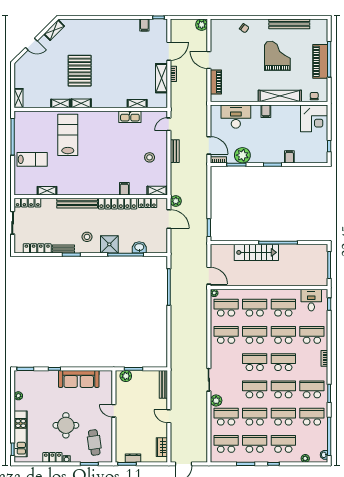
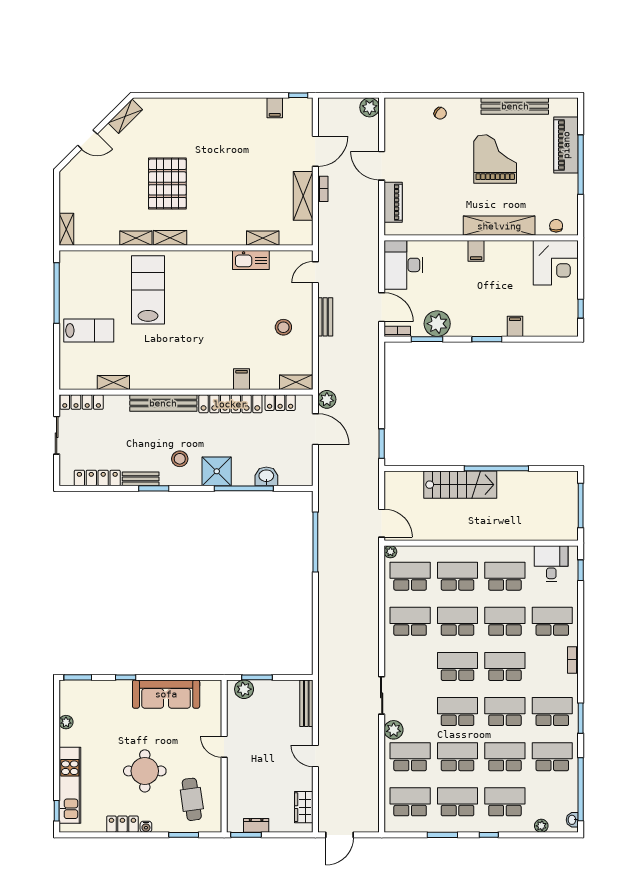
piano: (320, 61) -> (566, 145), moved
desk: (236, 117) -> (403, 265), moved, turned -90

